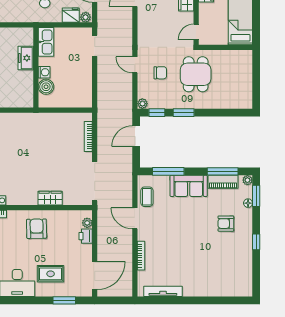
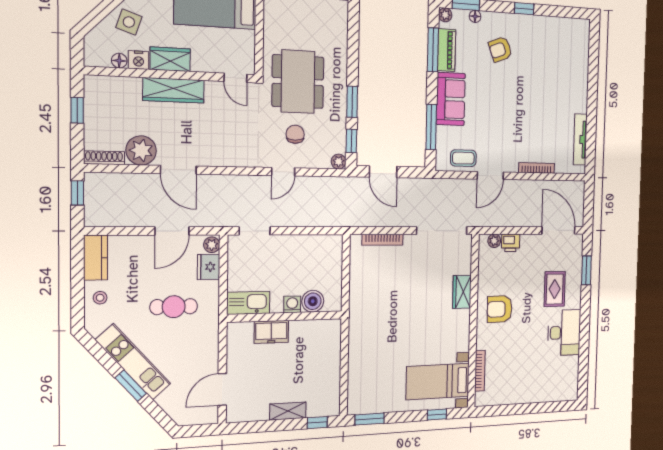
dining table: (196, 74) -> (298, 82), width x1.38
armchair: (226, 224) -> (500, 49), turned 69

